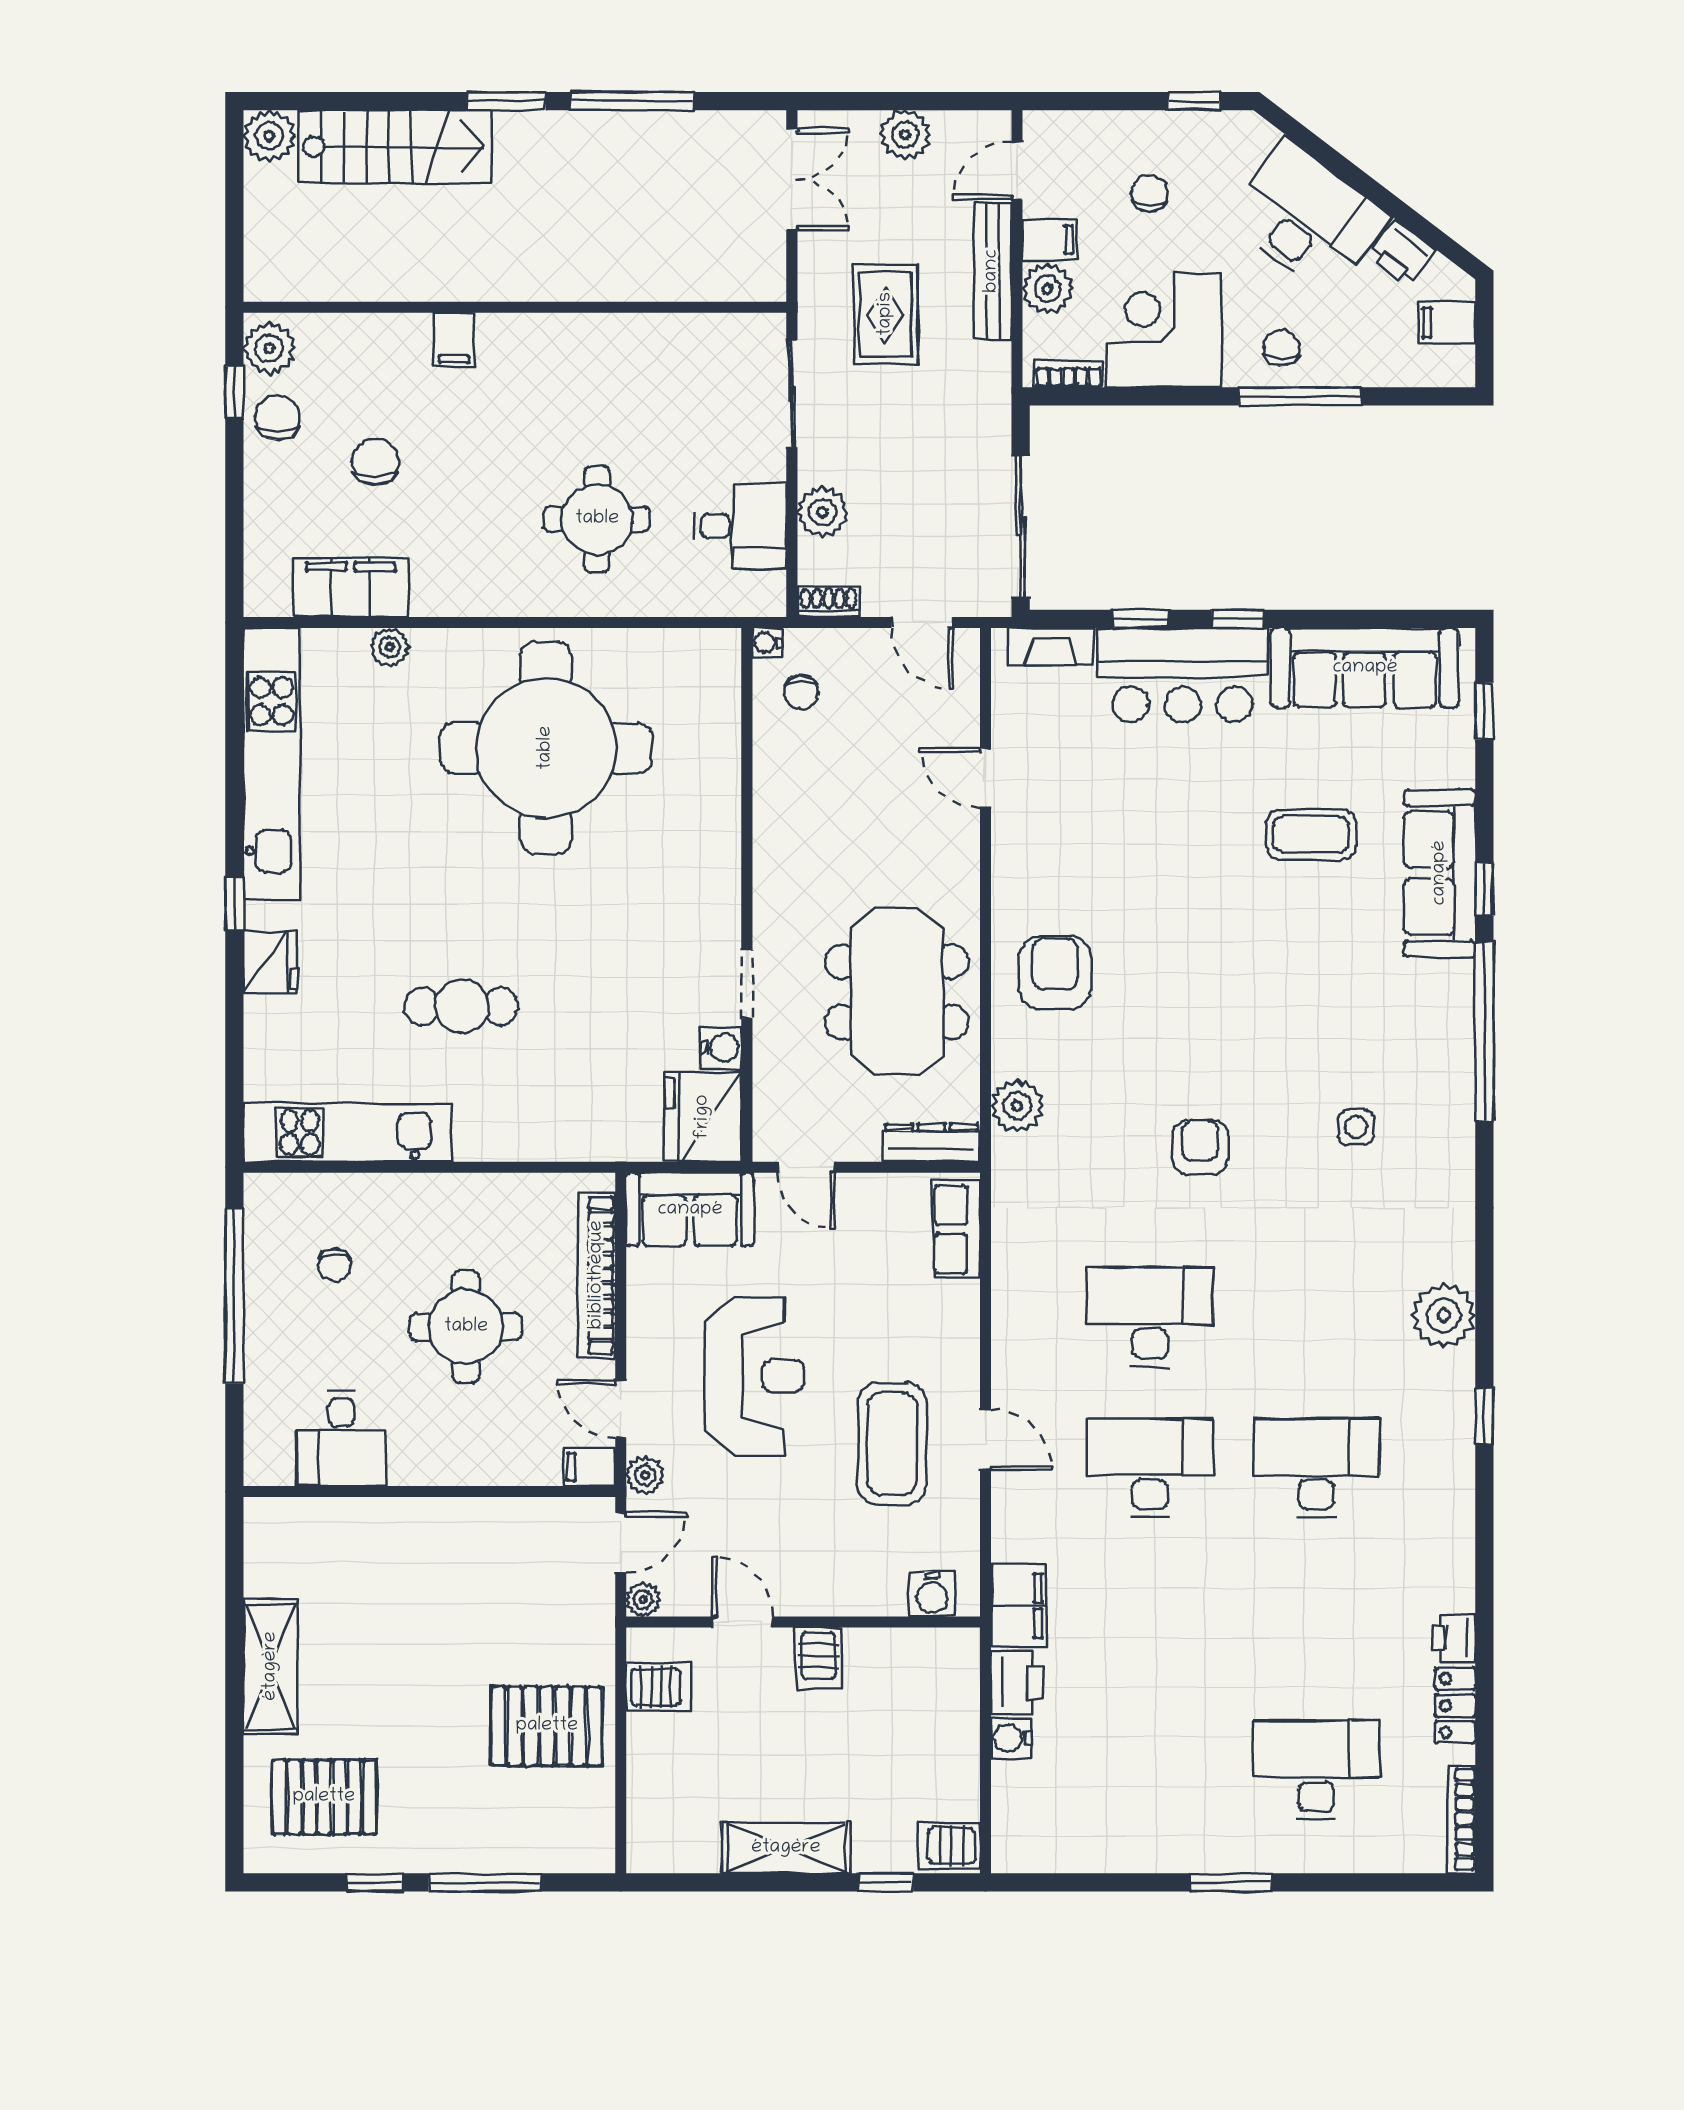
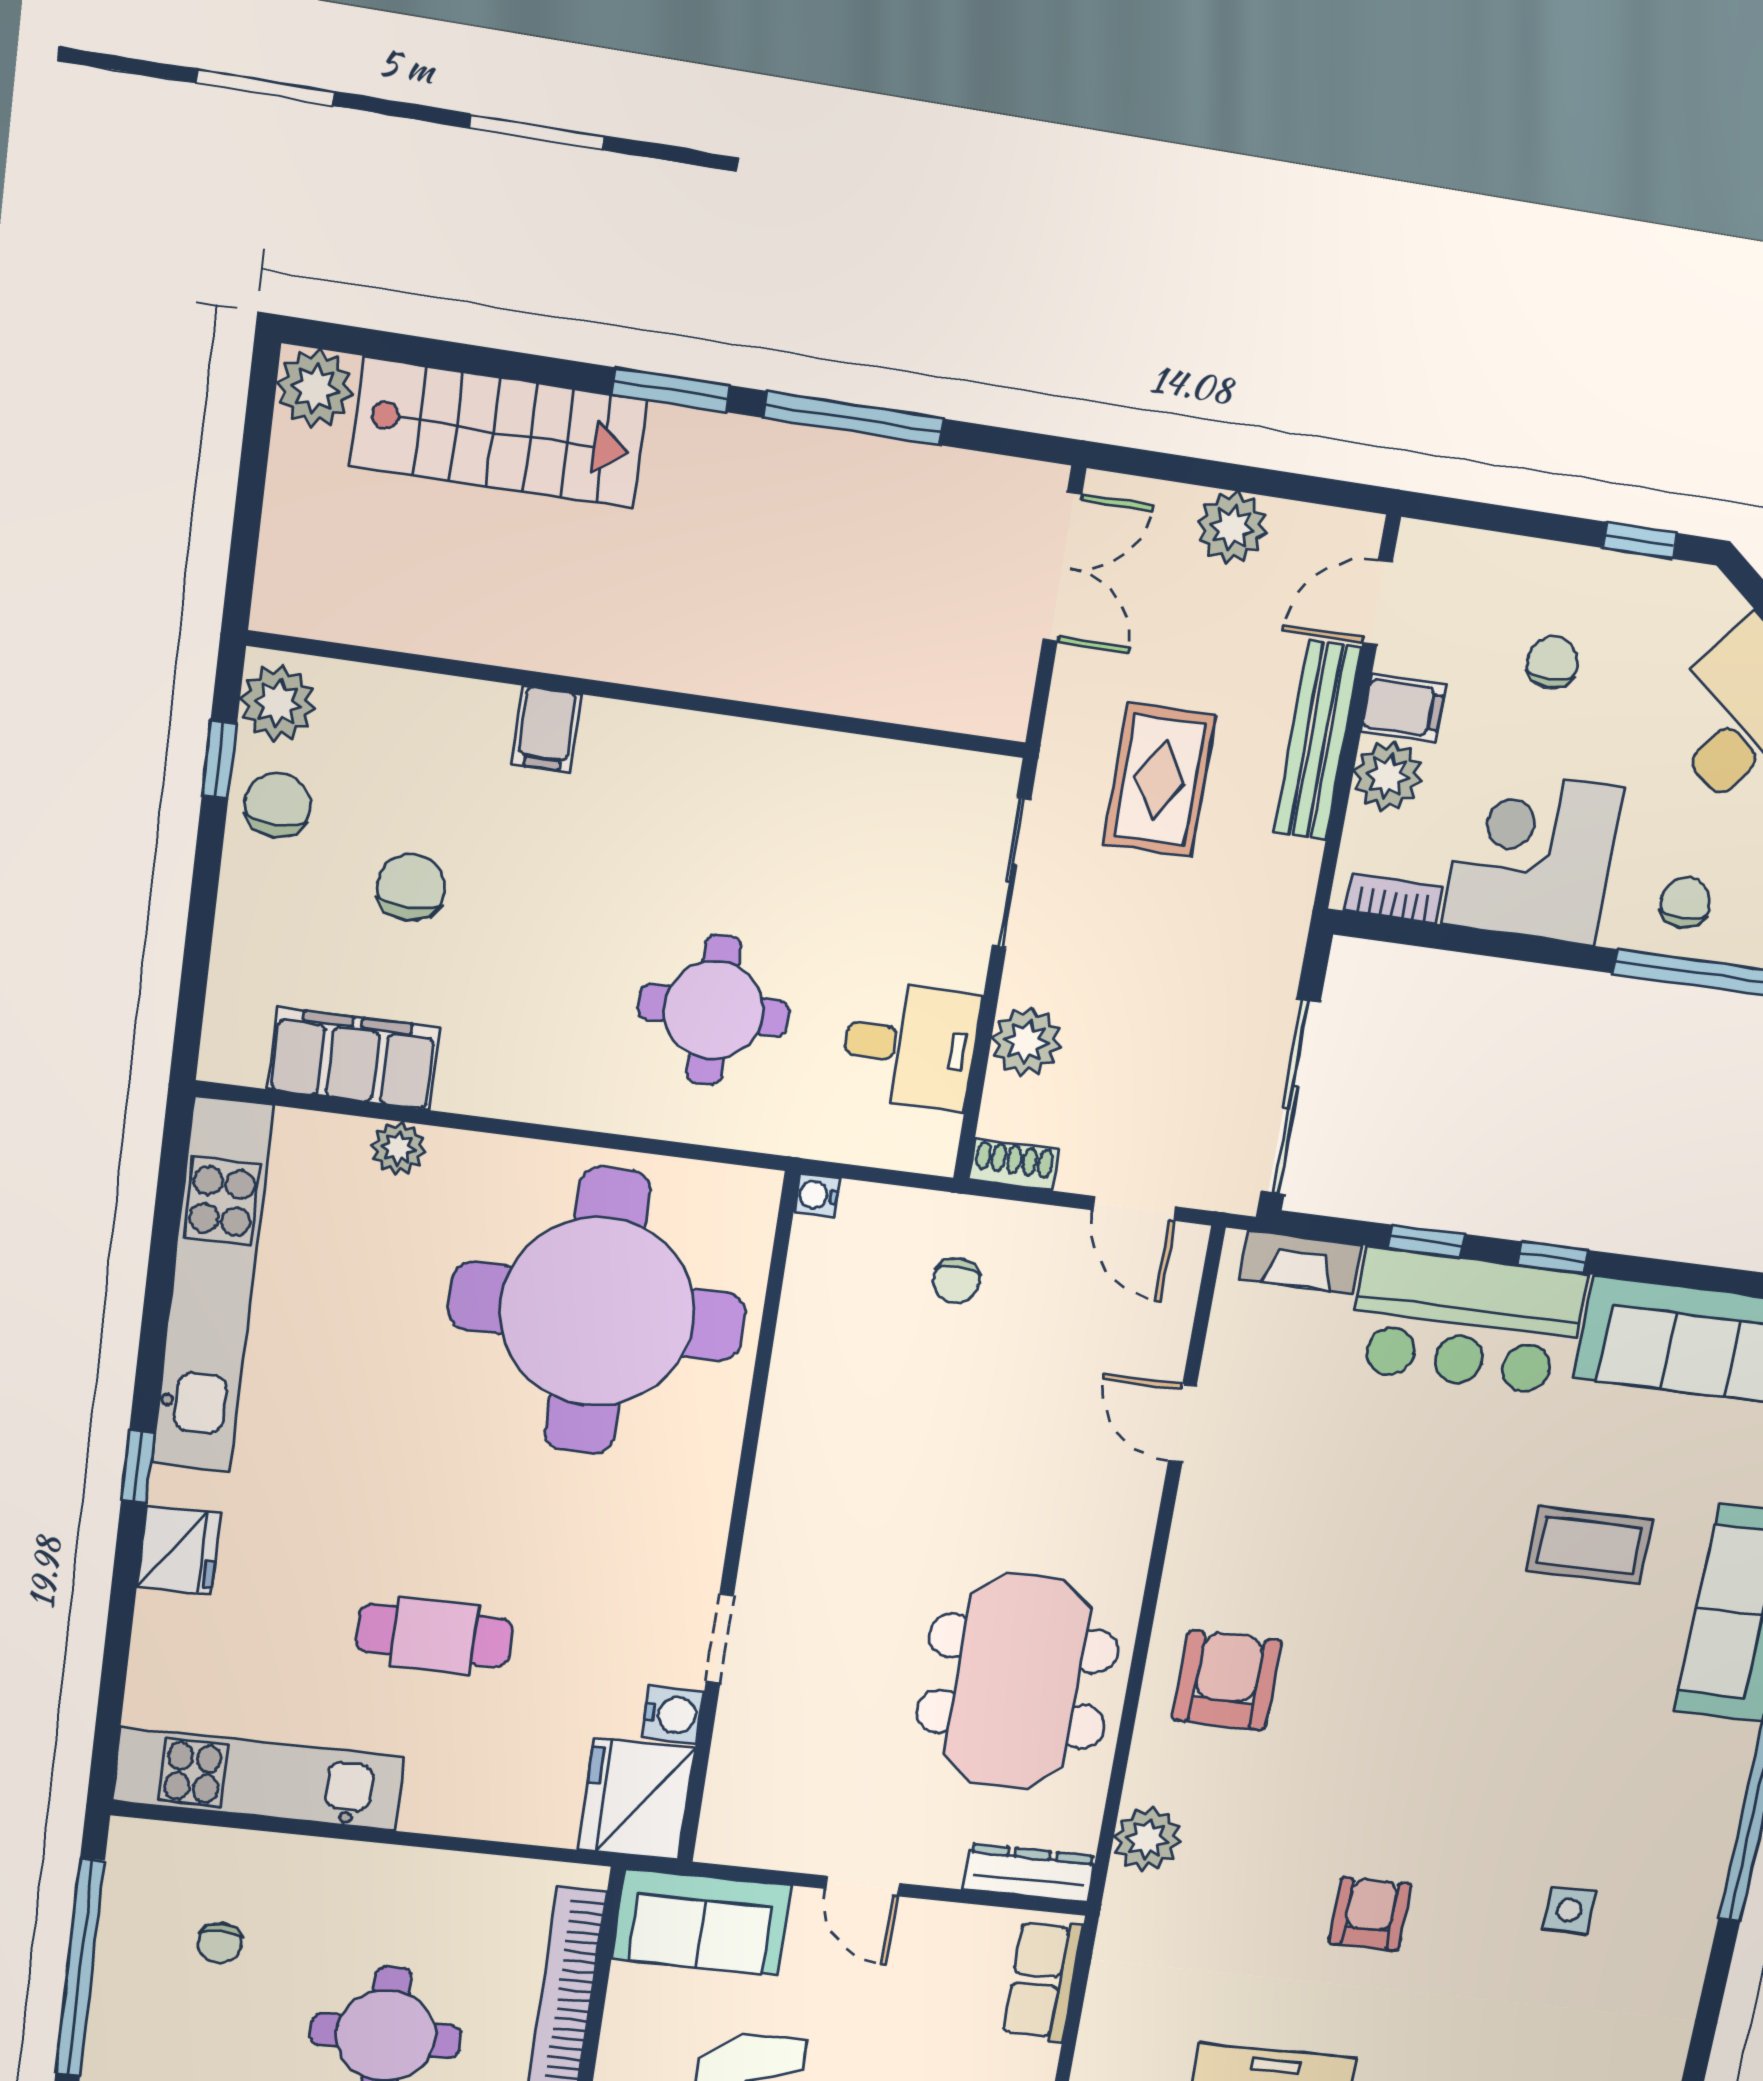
water cooler: (767, 643) -> (817, 1195), moved
wall: (747, 895) -> (738, 1524), moved
doorway: (747, 984) -> (720, 1638), moved
water cooler: (721, 1047) -> (673, 1715), moved
fridge: (703, 1117) -> (636, 1799), moved

